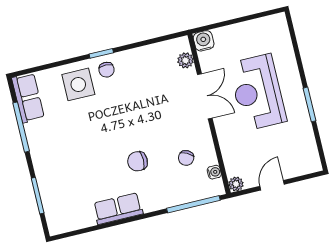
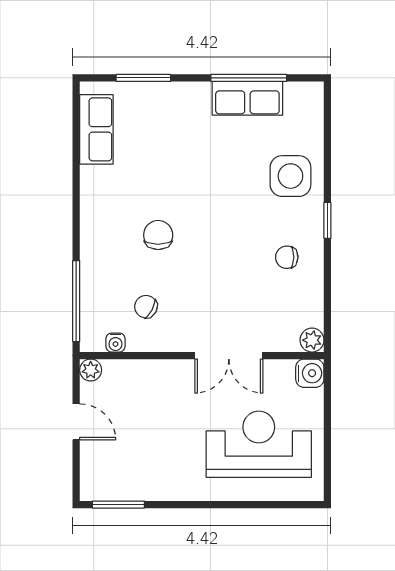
plant: (185, 60) -> (312, 340), moved
chair: (107, 70) -> (287, 257), moved
reception desk: (258, 92) -> (259, 444), moved
row of seats: (28, 98) -> (247, 98), moved
window: (310, 104) -> (118, 505), moved
row of seats: (118, 209) -> (96, 129), moved

